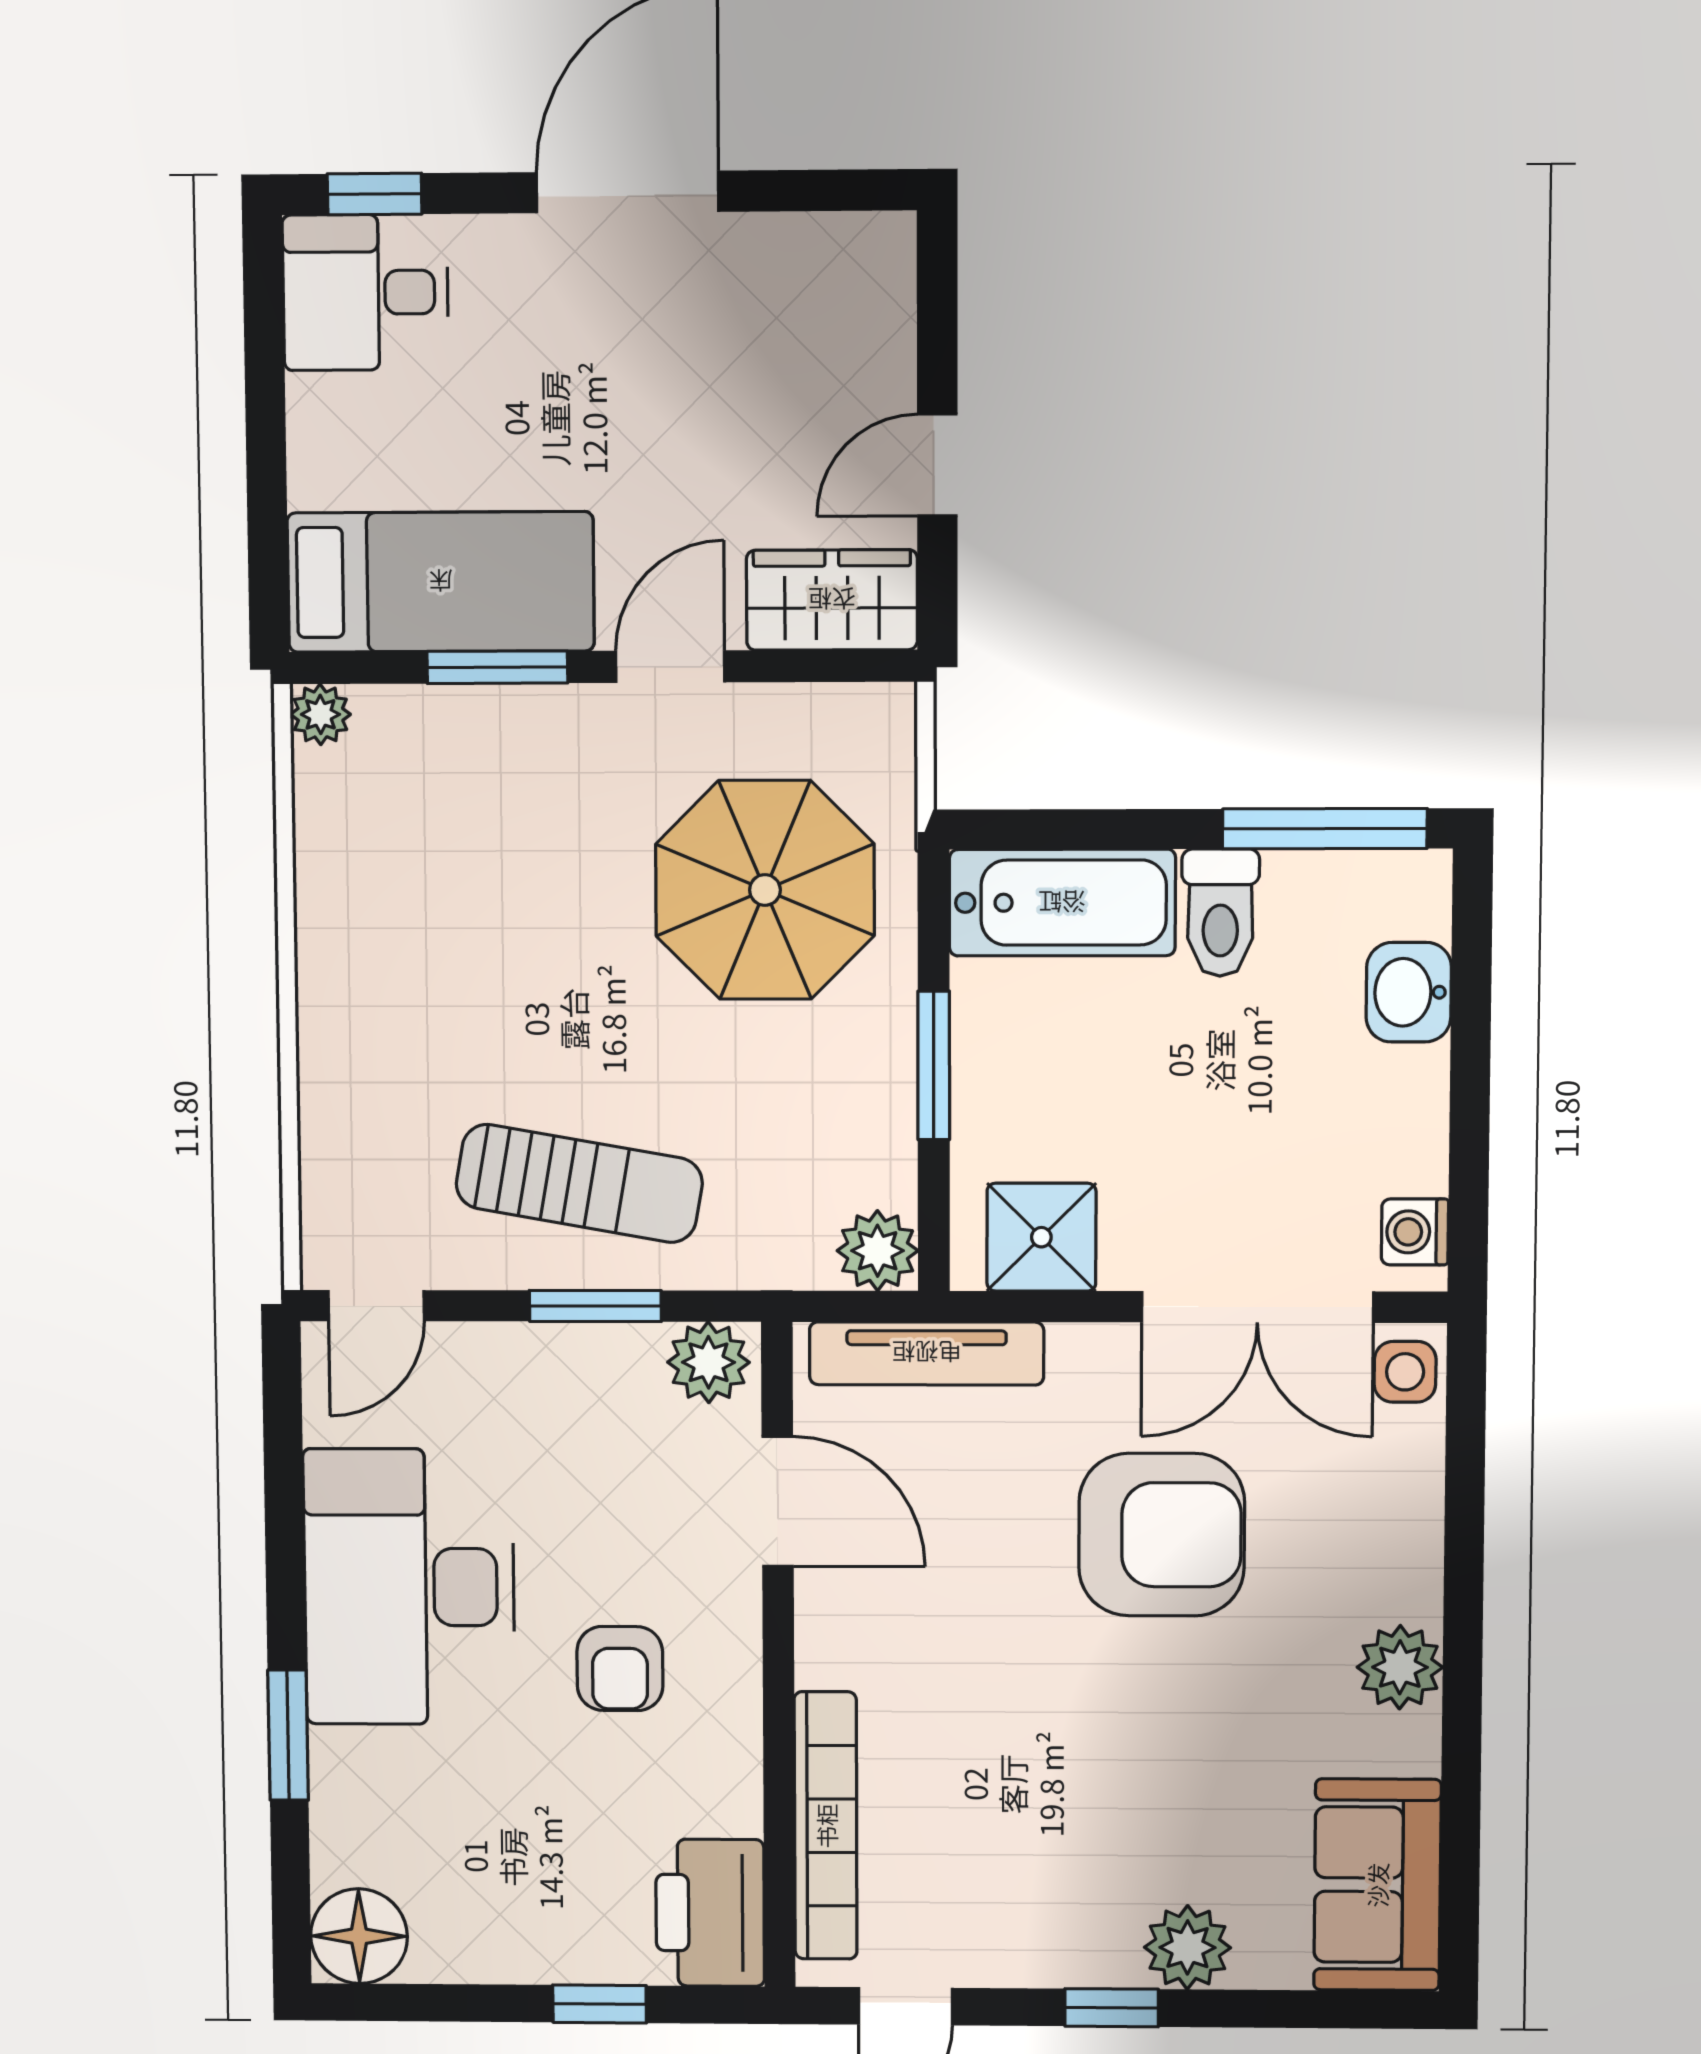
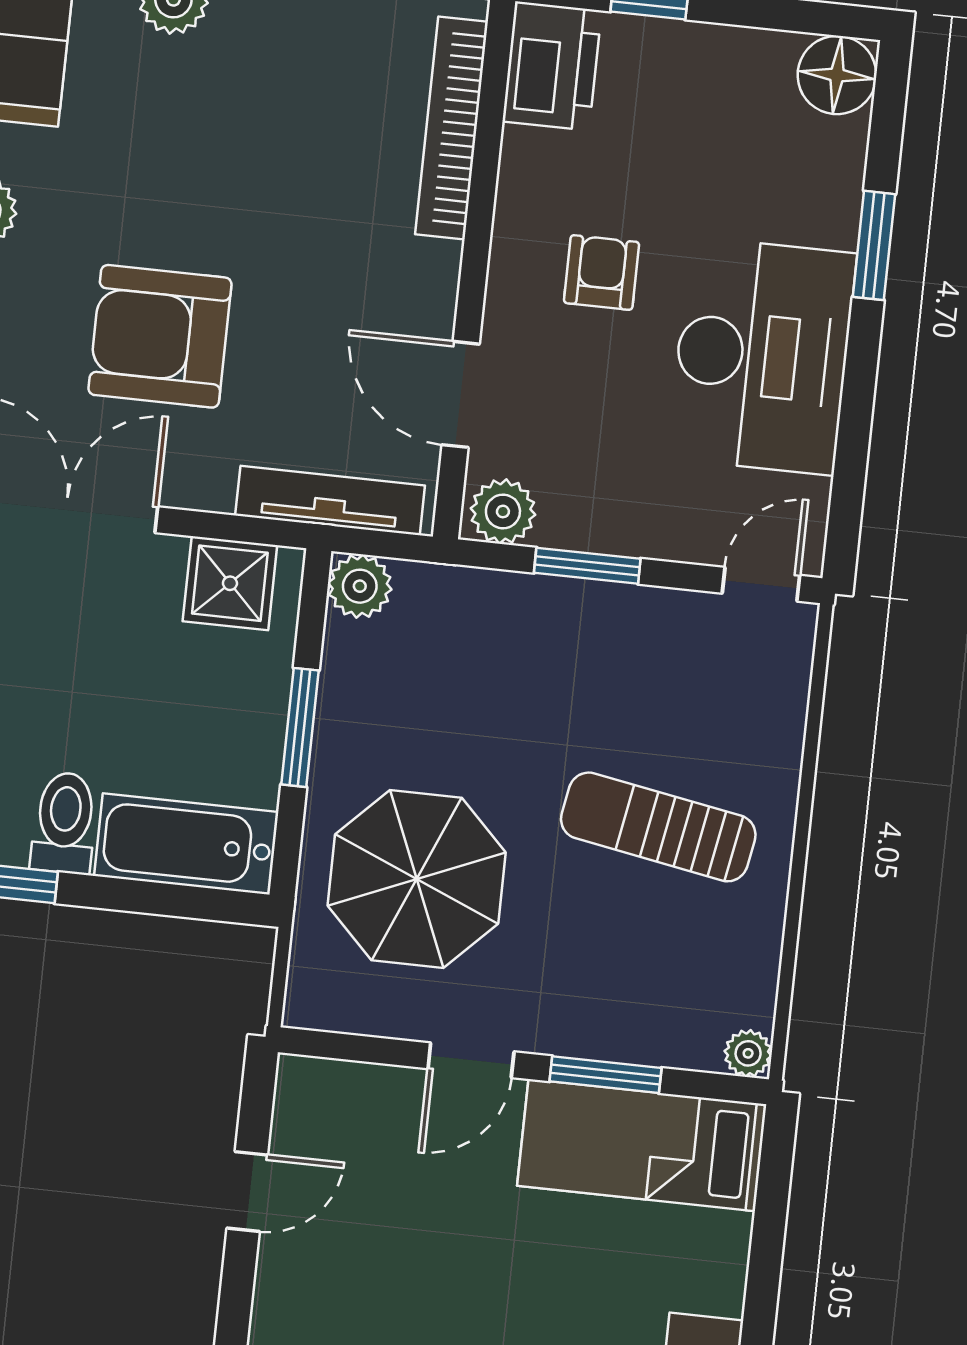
wardrobe: (832, 600) -> (340, 1097), removed
sun lounger: (579, 1183) -> (658, 827), moved

